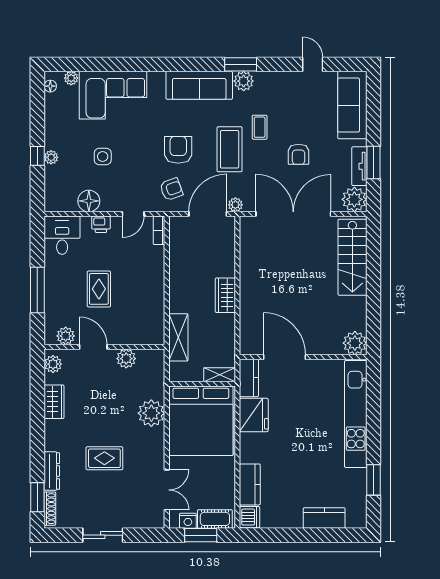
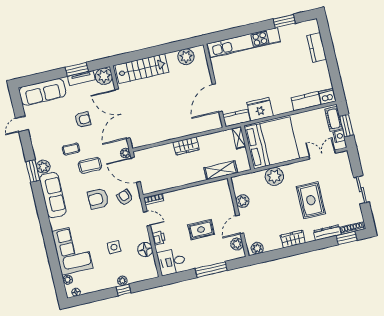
coffee table: (230, 149) -> (90, 165), width x0.73, depth x0.76
plant: (355, 343) -> (186, 57), moved
wardrobe: (54, 402) -> (293, 239), moved
rug: (104, 458) -> (311, 200), width x1.36, depth x1.43

